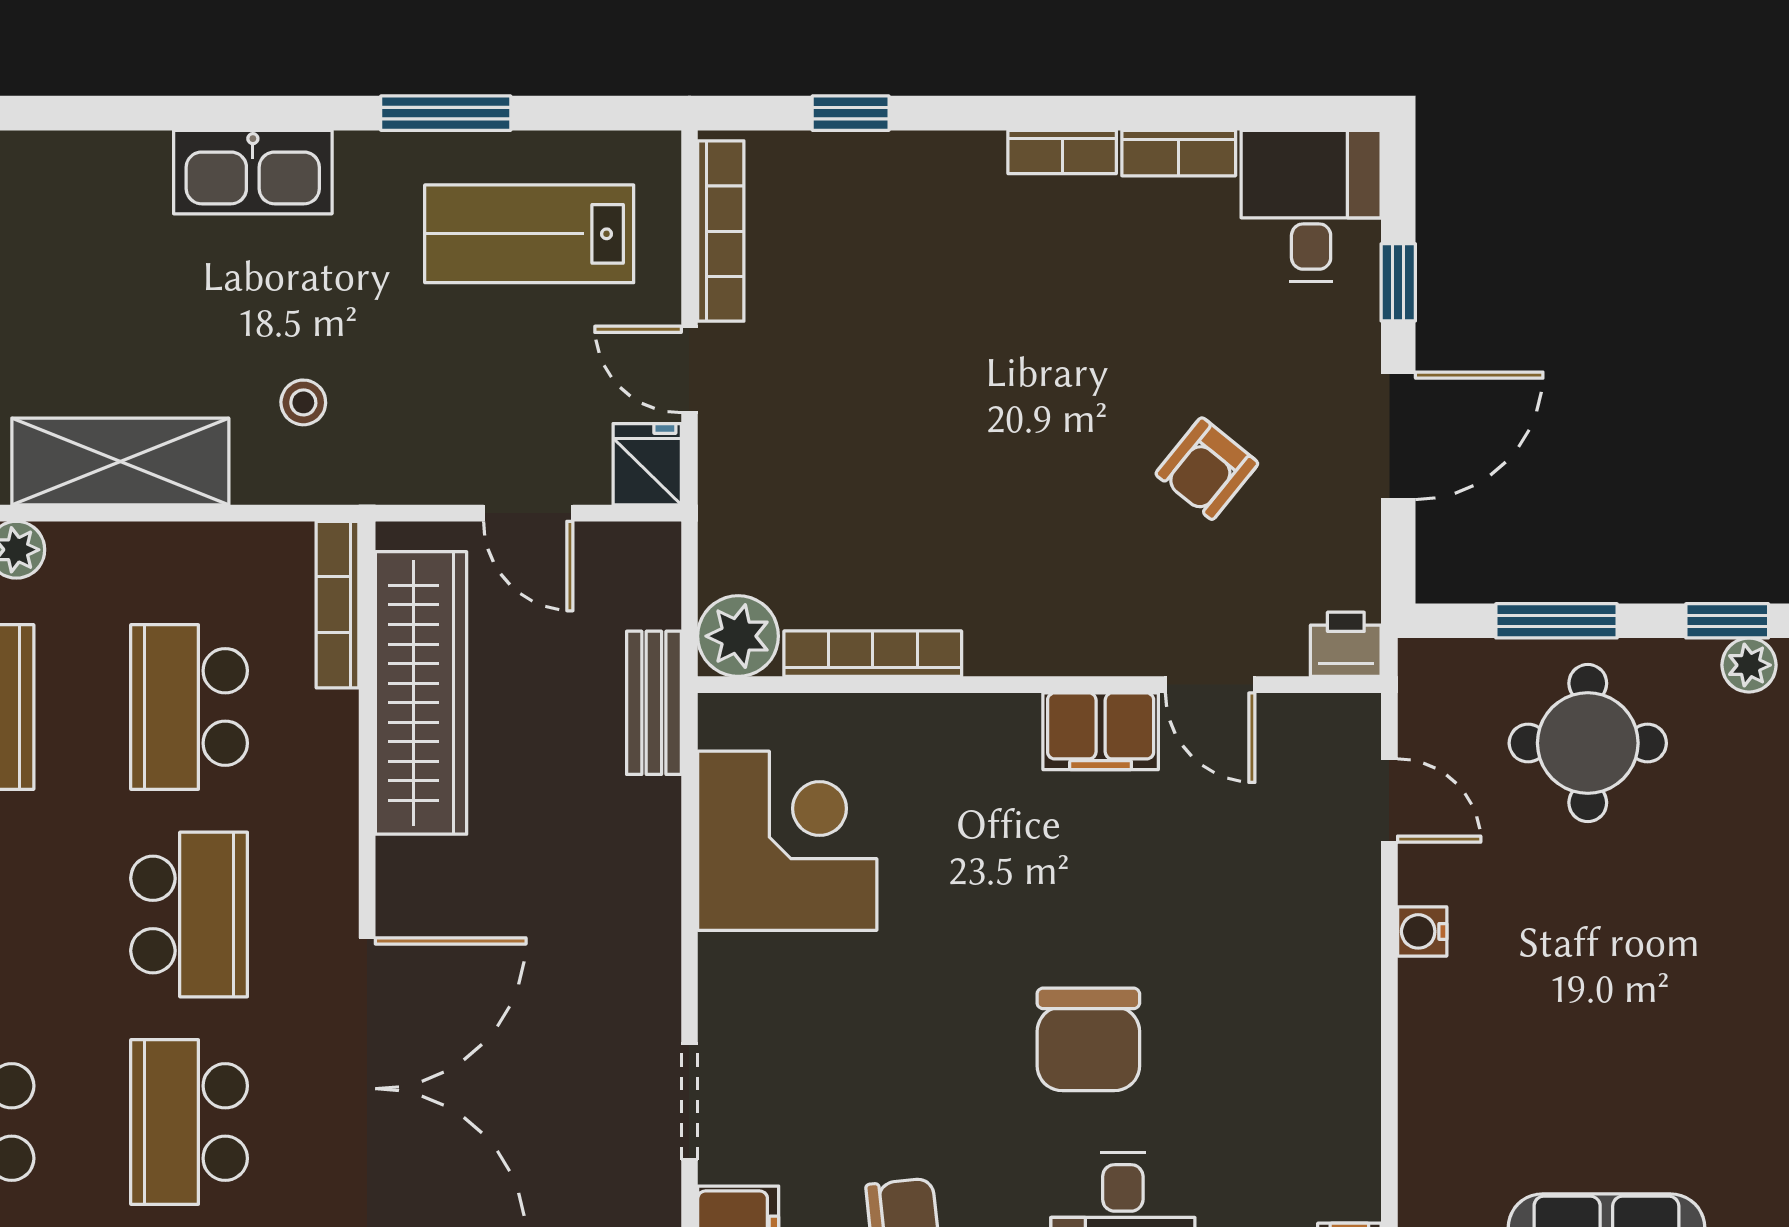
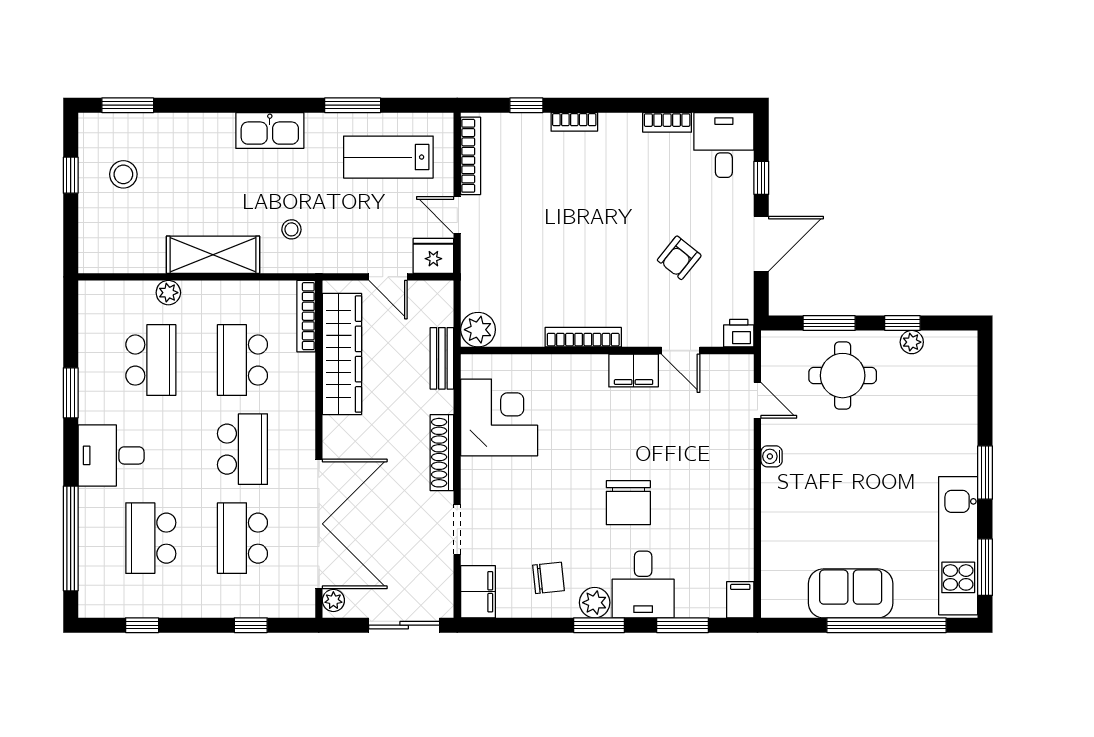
bookcase: (1062, 152) -> (574, 122), moved
fridge: (647, 464) -> (433, 256), width x1.38
bookcase: (873, 654) -> (583, 337), moved
shoe rack: (654, 923) -> (442, 453), added

